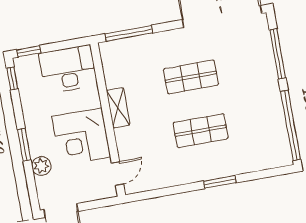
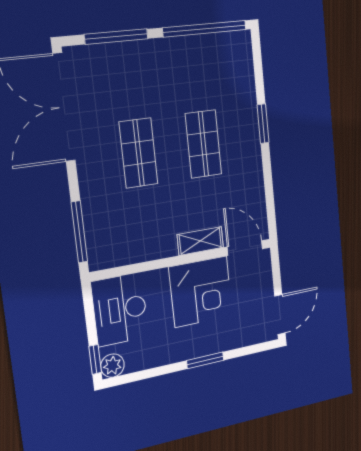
window: (12, 78) -> (127, 379), removed
shelving: (118, 108) -> (200, 241), moved
plant: (41, 166) -> (112, 366), moved
door: (117, 174) -> (245, 248), width x1.38

